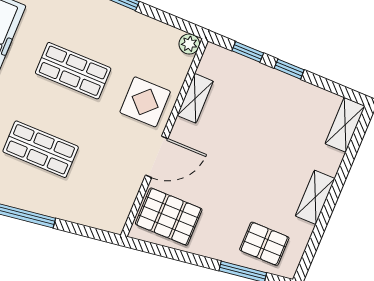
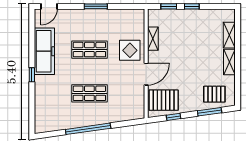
plant: (189, 44) -> (139, 14), removed
shelving: (345, 125) -> (229, 35), moved
window: (174, 254) -> (173, 117), added

